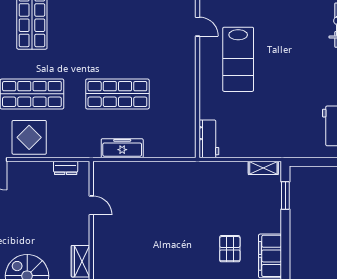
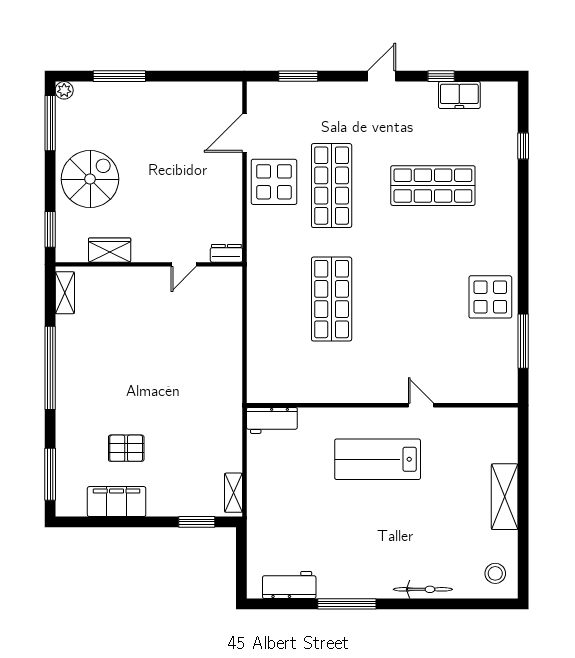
door: (197, 27) -> (421, 405), swing flipped
freezer: (122, 148) -> (259, 305), removed
dresser: (66, 168) -> (226, 253), moved, turned 90

